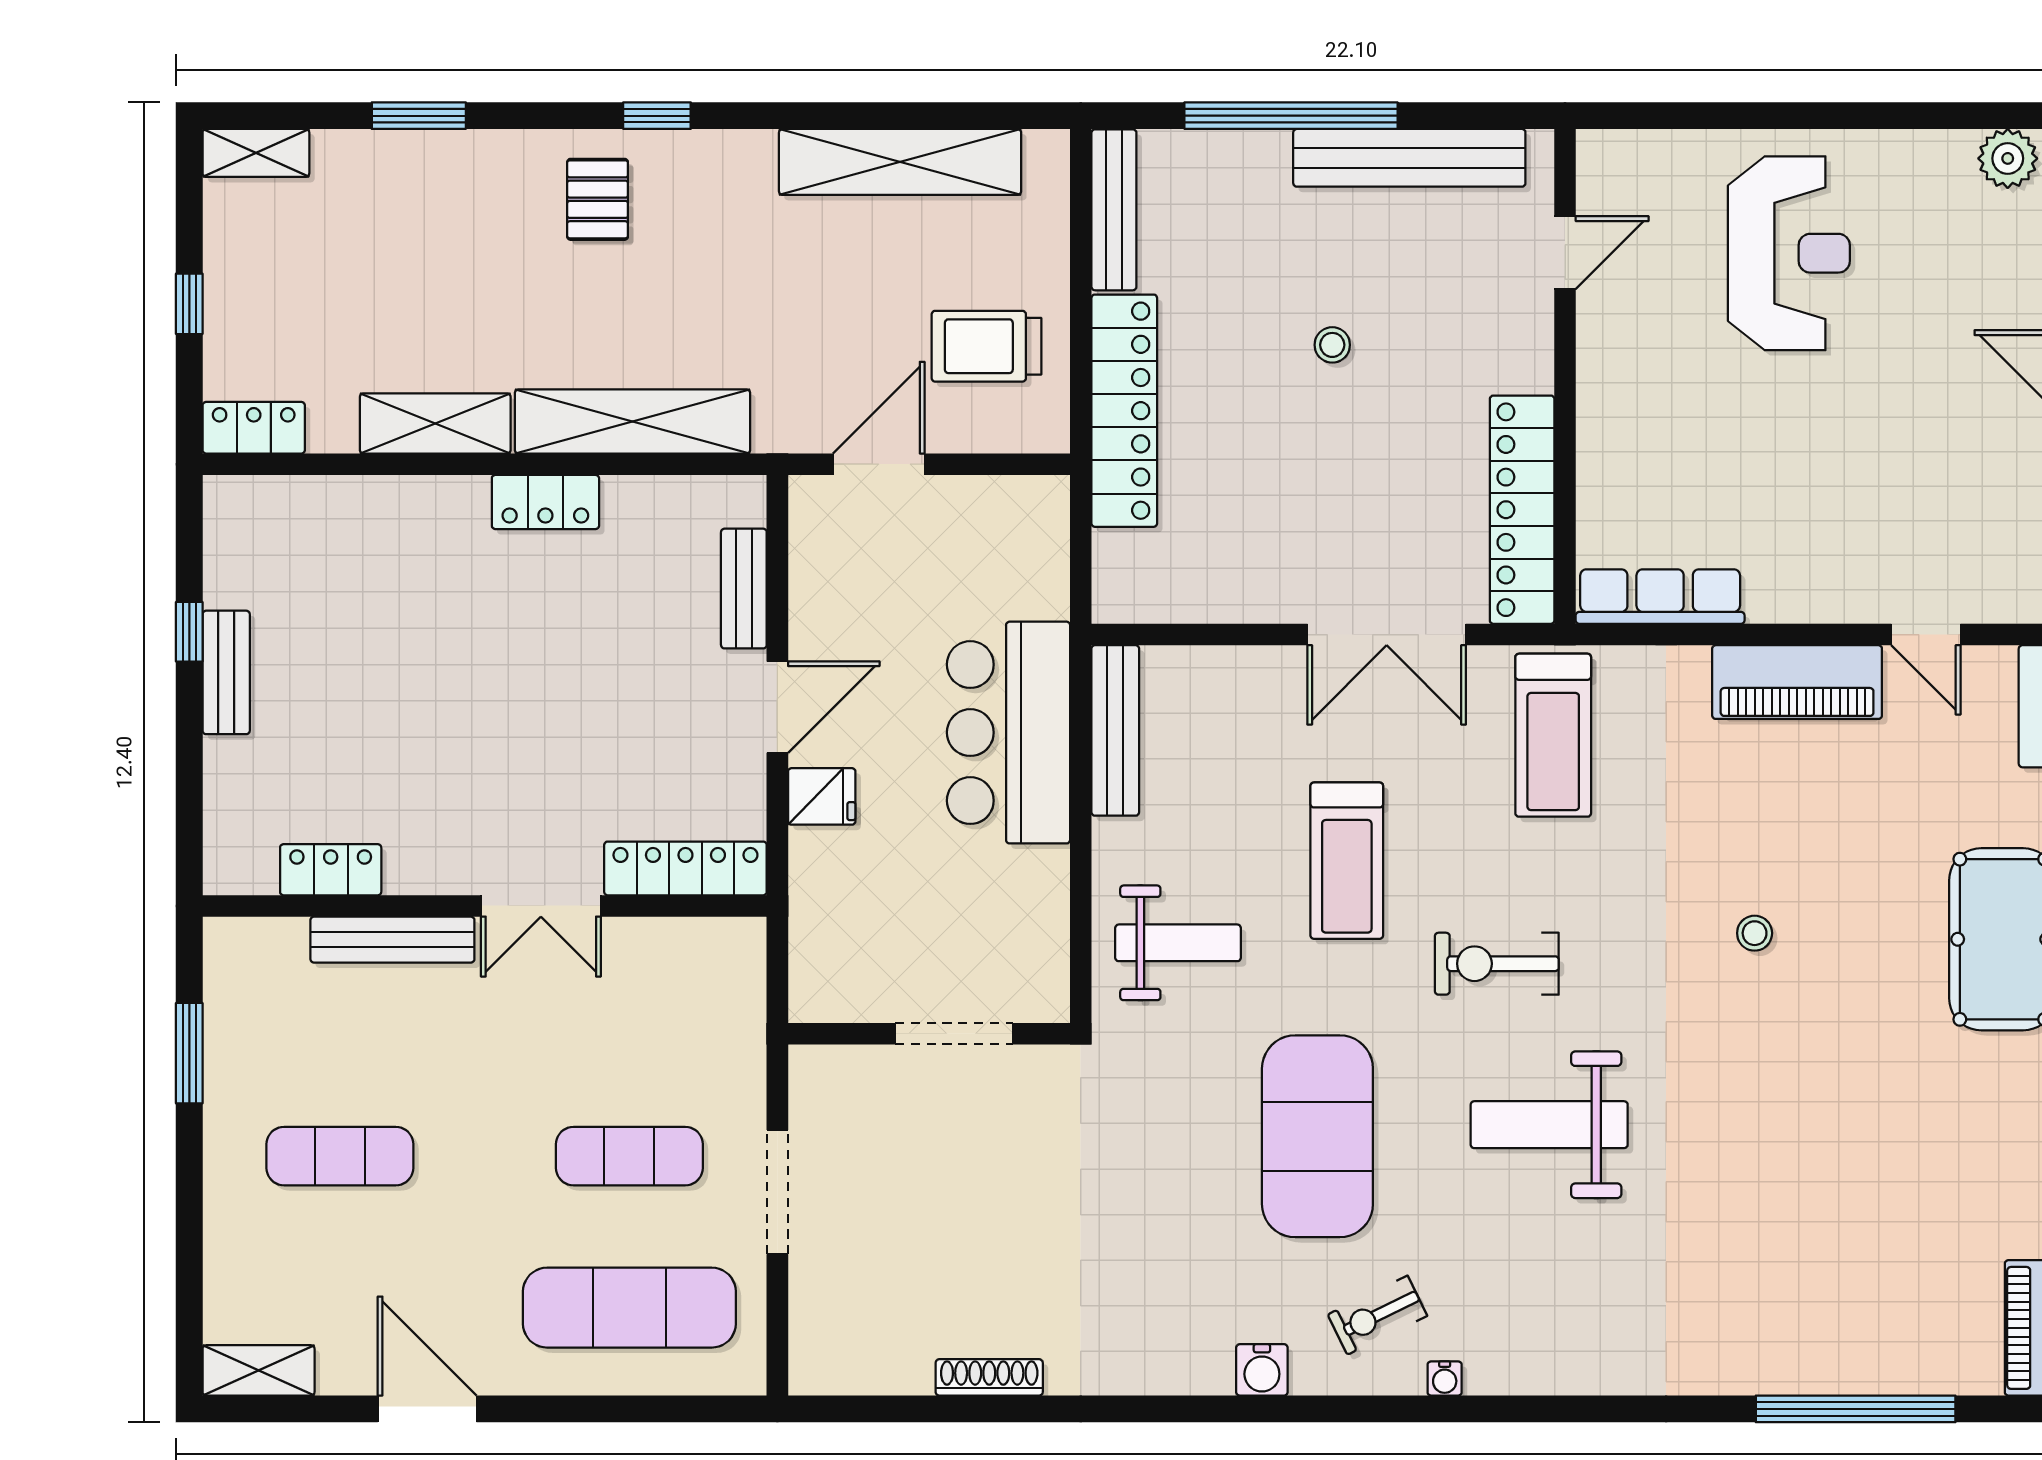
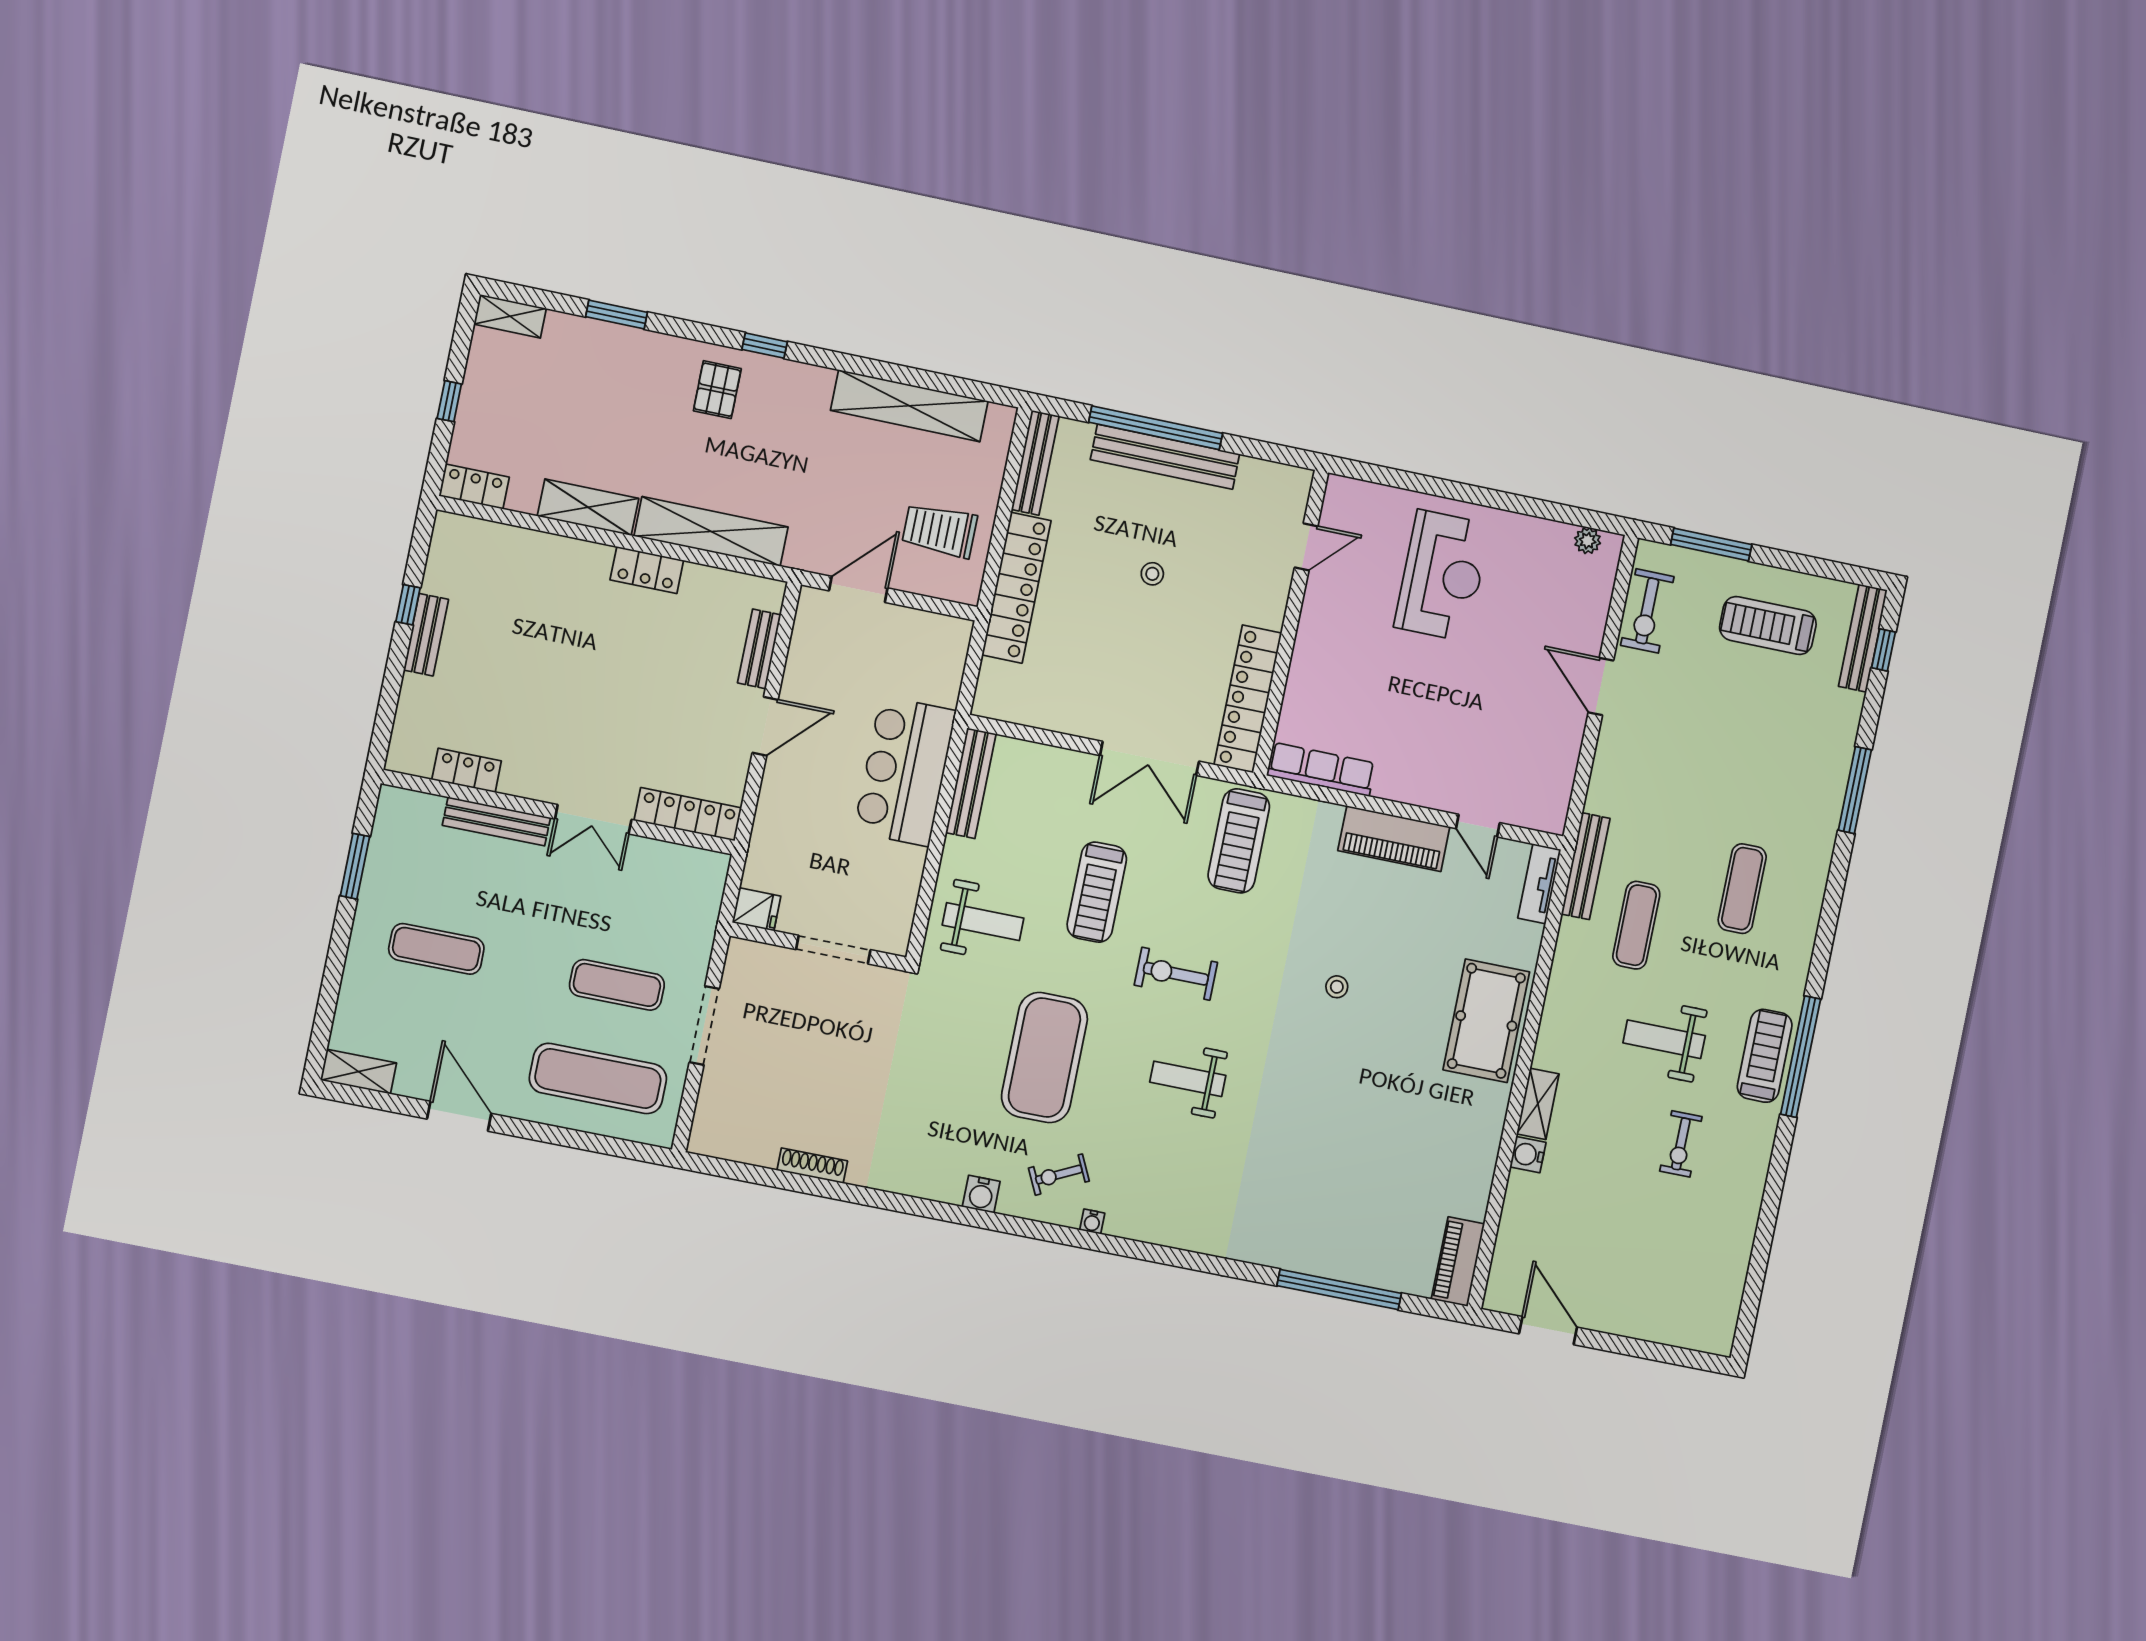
bench: (1409, 158) -> (1165, 457), moved
plant: (2008, 158) -> (1588, 541), width x0.73, depth x0.73
fridge: (822, 796) -> (757, 909), moved
weight bench: (1549, 1125) -> (1188, 1079), width x0.73, depth x0.75

